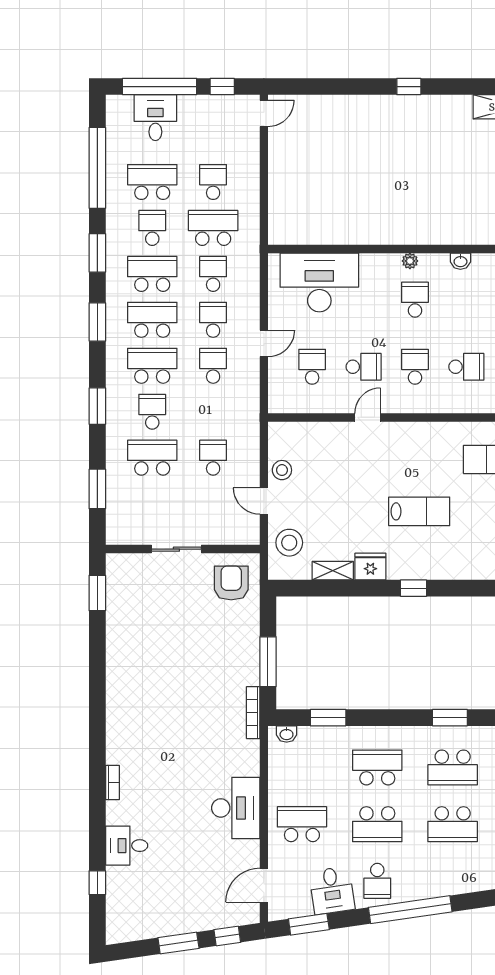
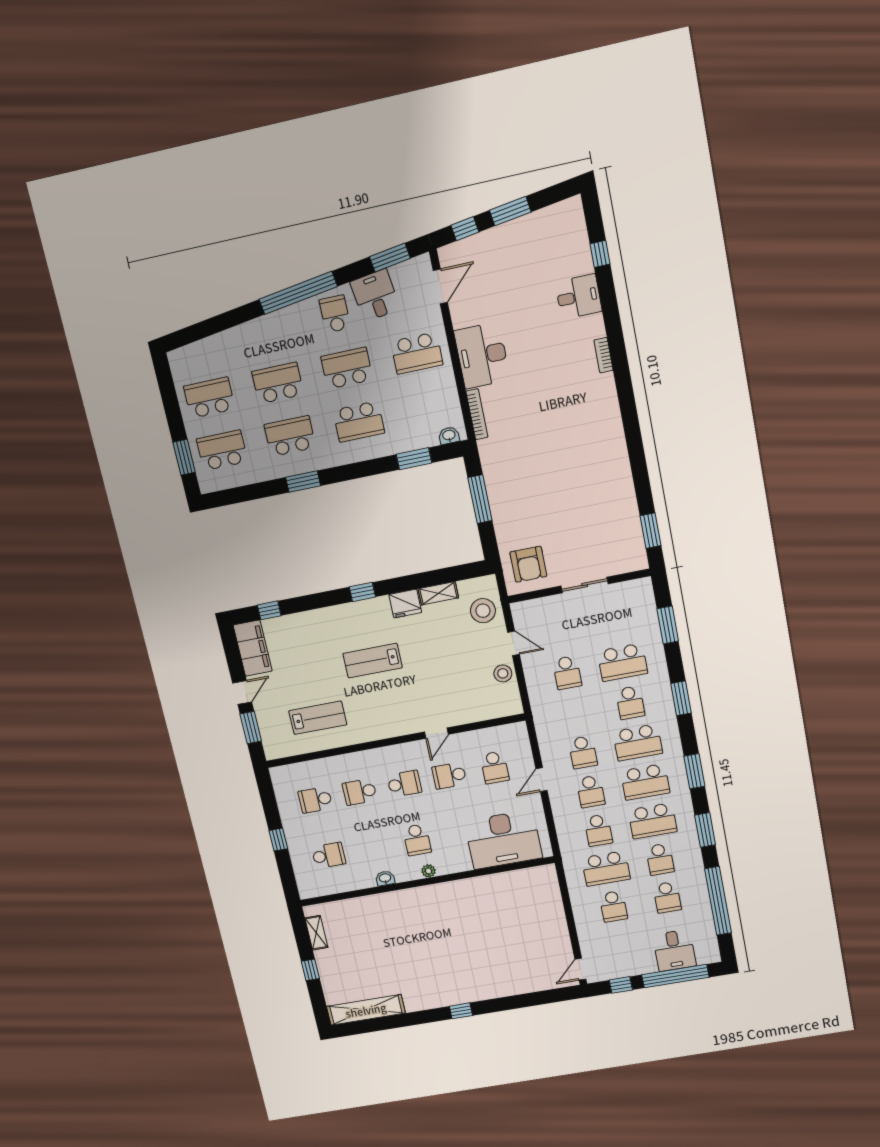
school desk: (152, 182) -> (667, 897), width x0.54
school desk: (415, 367) -> (404, 784), turned -90
bookcase: (253, 713) -> (477, 414), moved

